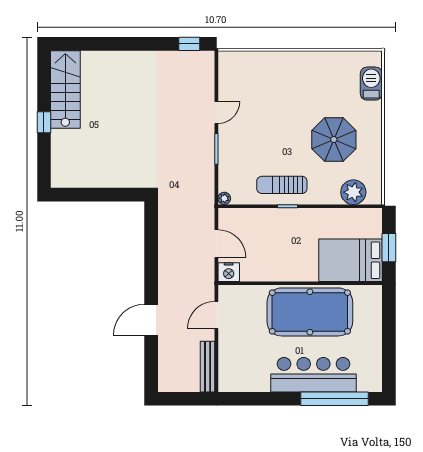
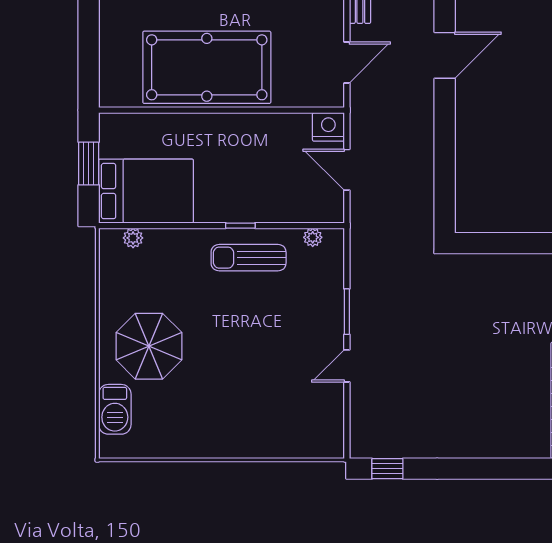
parasol: (334, 140) -> (149, 346), moved
sun lounger: (282, 185) -> (249, 258), turned 180
plant: (353, 192) -> (133, 238), width x0.53, depth x0.53
plant: (224, 198) -> (313, 237), moved
bed: (350, 260) -> (146, 191), moved

